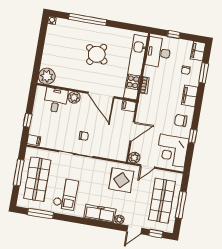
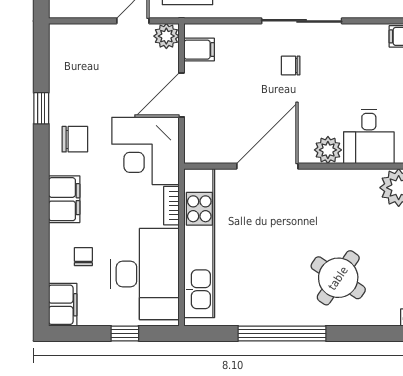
window: (88, 20) -> (282, 333), moved
desk: (158, 52) -> (145, 274), width x1.36, depth x1.30
round table: (97, 54) -> (338, 278), moved
window: (204, 73) -> (41, 257), removed
door: (101, 95) -> (267, 166), hinge flipped
filing cabinet: (129, 106) -> (199, 50), moved
corner desk: (172, 151) -> (145, 151), moved, turned 180

